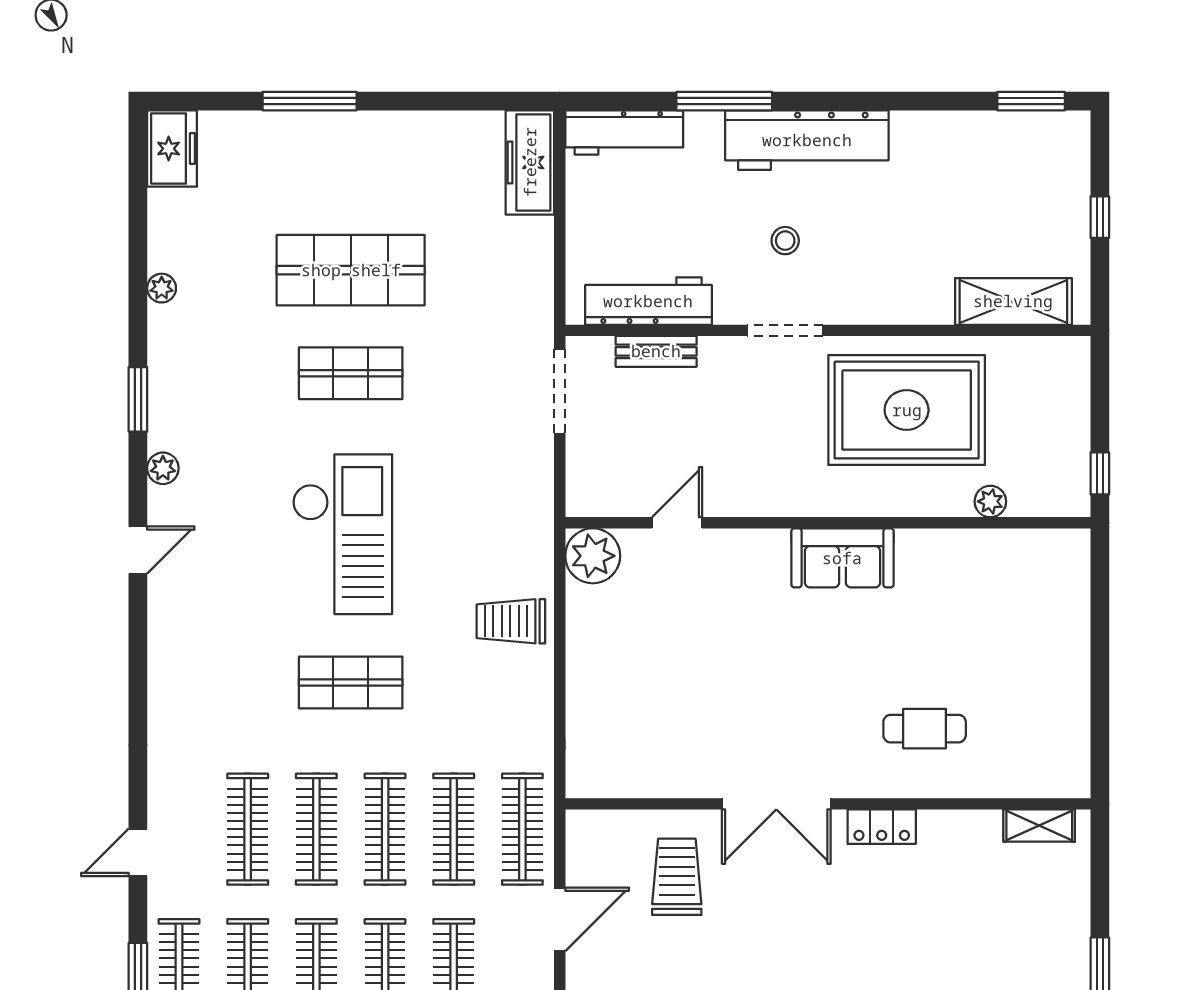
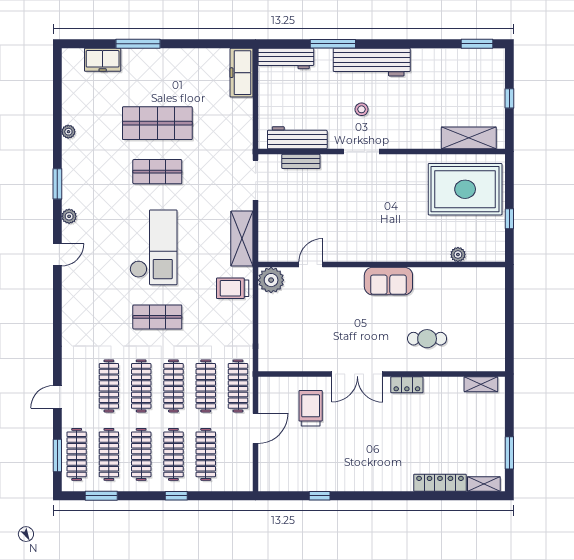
freezer: (172, 149) -> (103, 60), moved, turned 90
rug: (907, 410) -> (465, 189), moved
plant: (990, 501) -> (458, 255), moved
shelving: (531, 516) -> (242, 239), added
door: (677, 523) -> (311, 265), moved
wall: (828, 523) -> (382, 265), moved
plant: (593, 556) -> (271, 280), moved
sofa: (842, 558) -> (388, 281), moved

